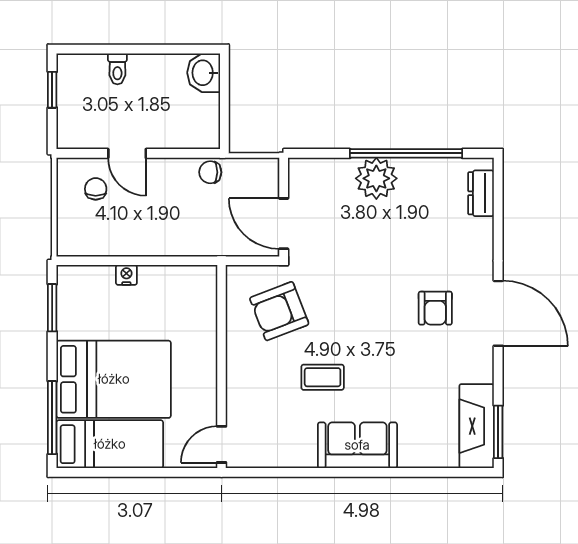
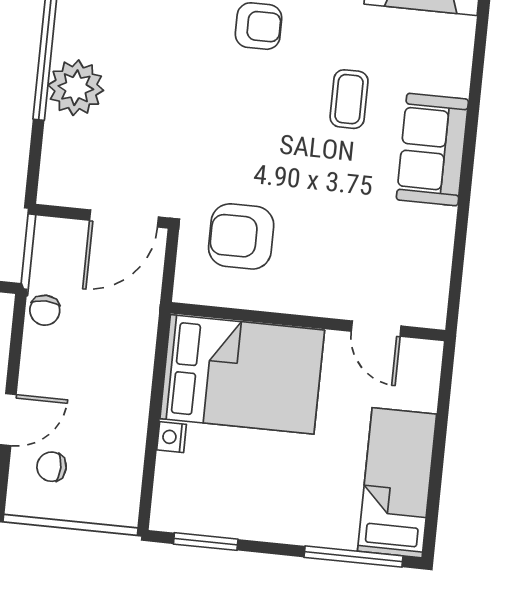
armchair: (279, 311) -> (241, 236), turned 111
coffee table: (323, 377) -> (349, 99), moved
bed: (114, 379) -> (242, 374), moved, turned 90
door: (222, 444) -> (376, 329), moved

